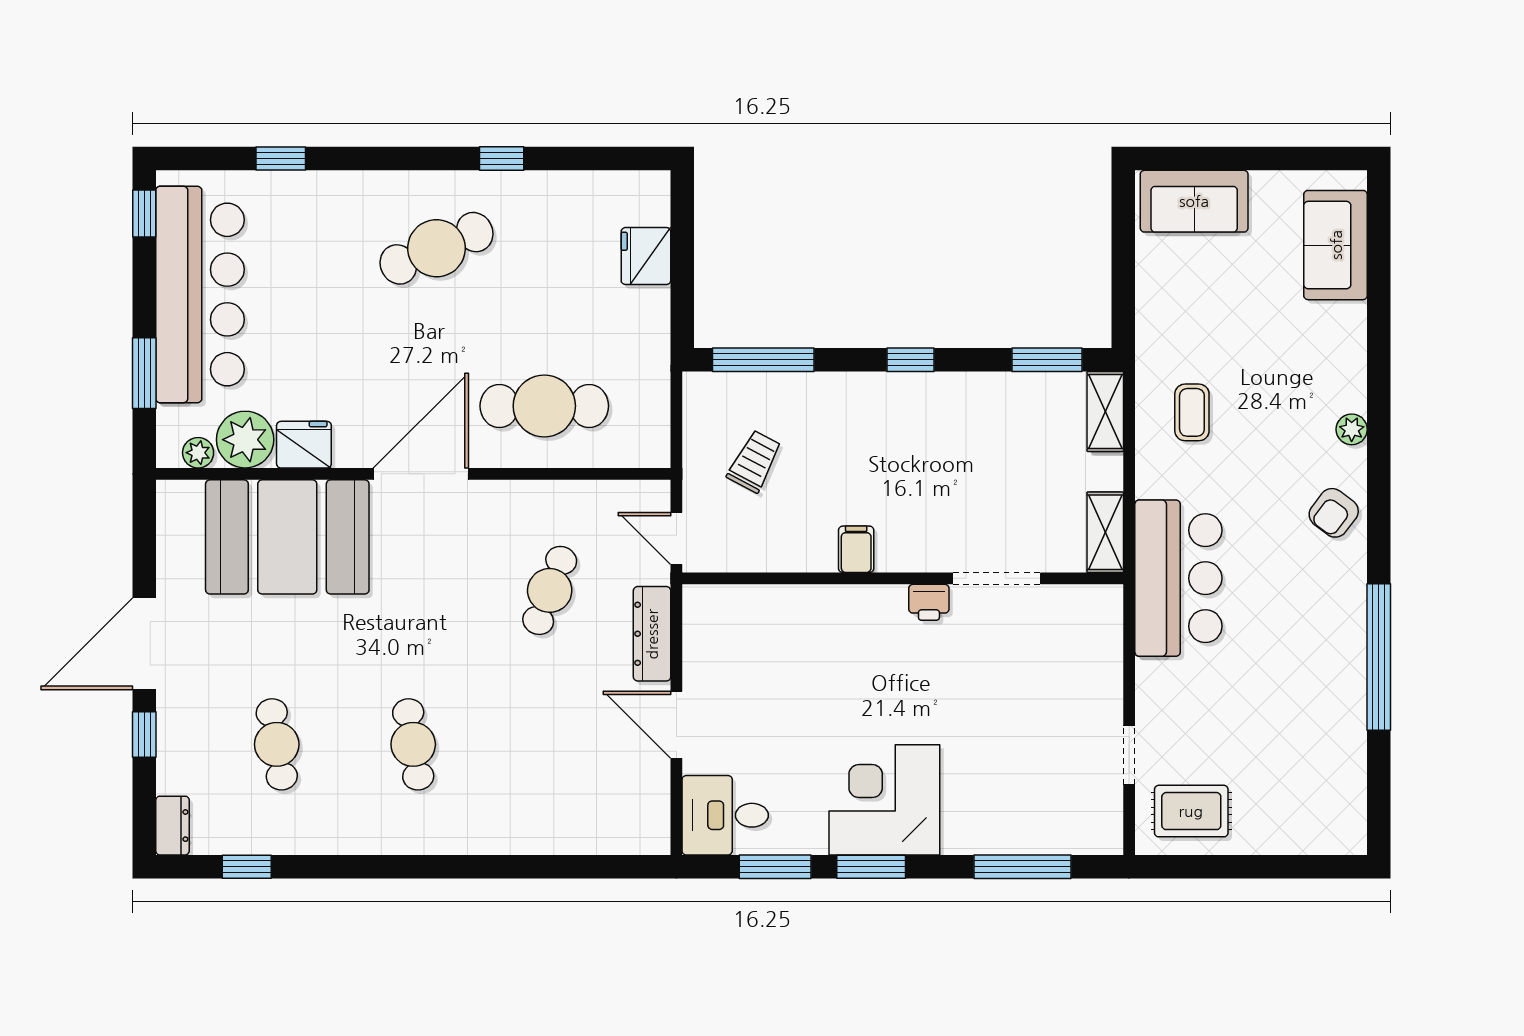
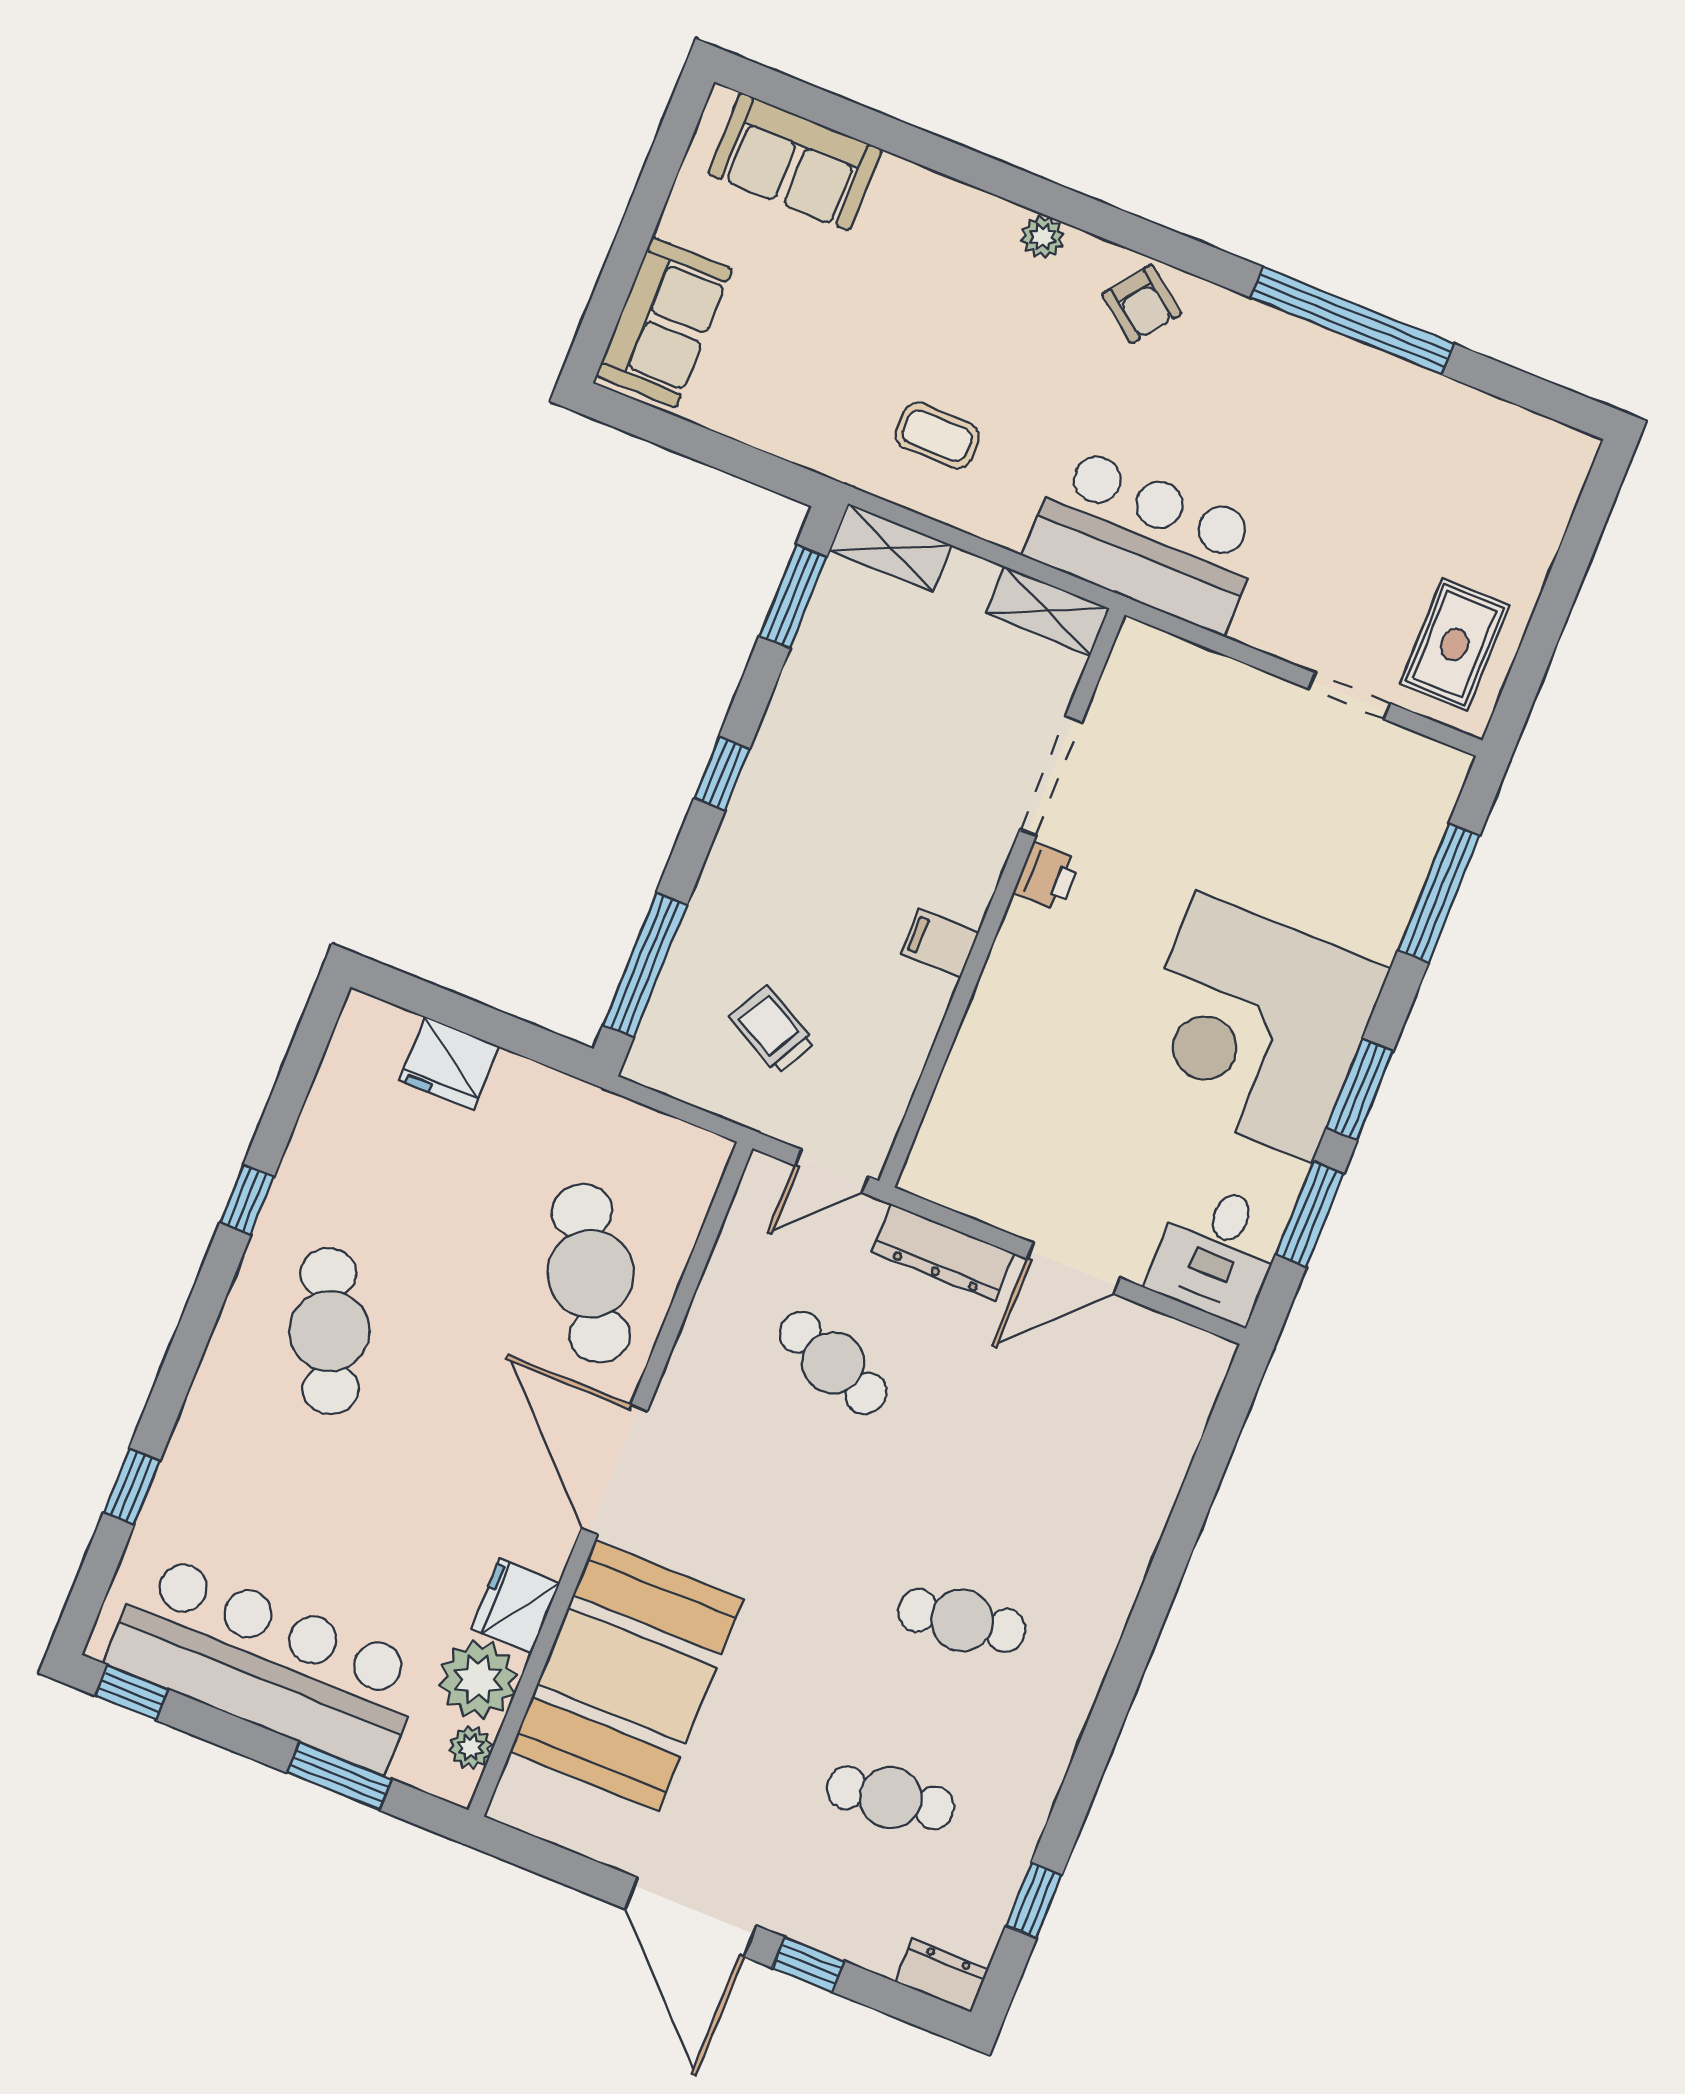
cafe table: (544, 406) -> (591, 1273), turned -30
corner desk: (884, 800) -> (1254, 1027), width x1.36, depth x1.36

